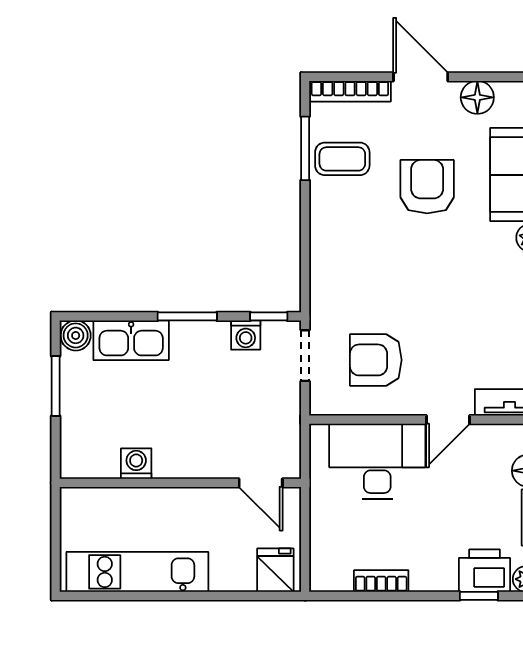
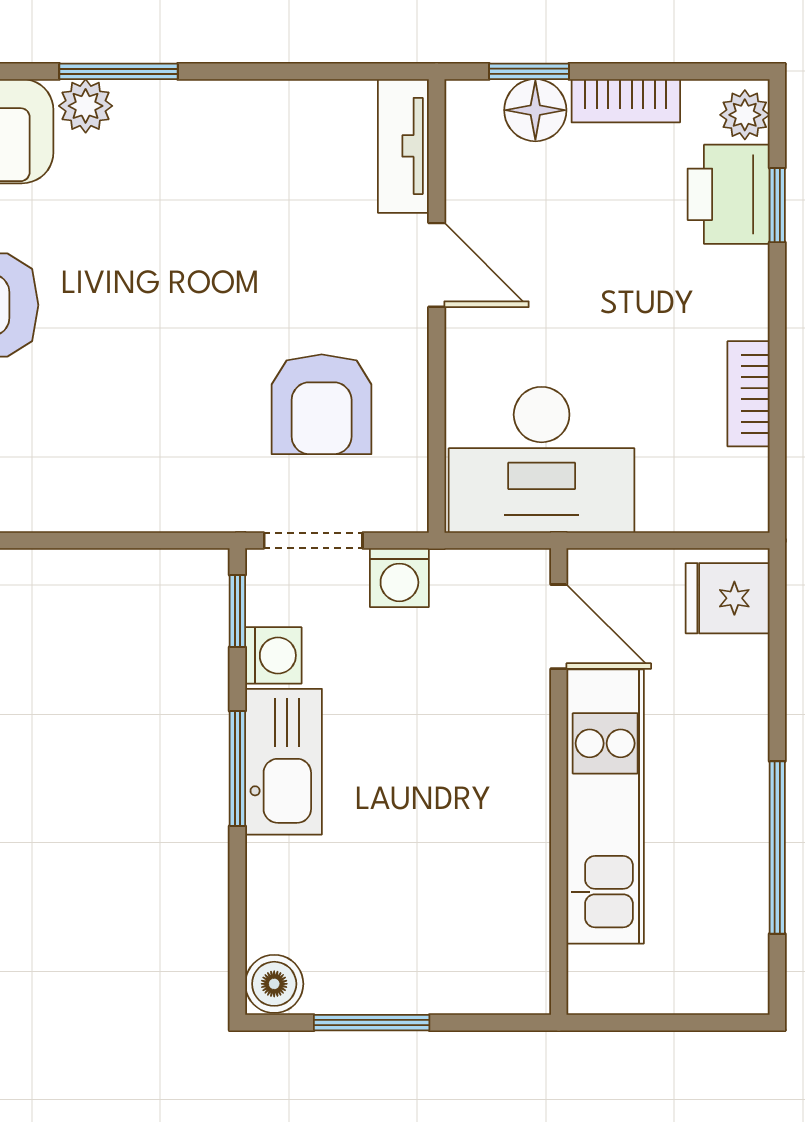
kitchen sink: (131, 340) -> (283, 762), moved
desk: (377, 461) -> (542, 460), moved, turned -90
washing machine: (136, 464) -> (399, 578), moved, turned -90
door: (261, 483) -> (559, 627), hinge flipped
kitchen unit: (137, 572) -> (605, 807), moved, turned 180
window: (146, 596) -> (777, 848), added

